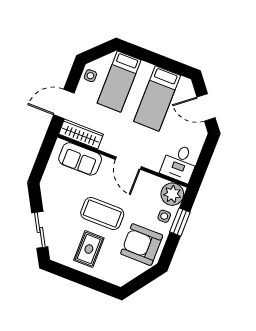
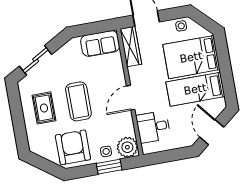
bed: (119, 82) -> (191, 57), width x1.50
sofa: (80, 159) -> (100, 43), moved, turned -90
desk: (180, 163) -> (153, 127), moved
rug: (89, 249) -> (44, 108), turned 90

